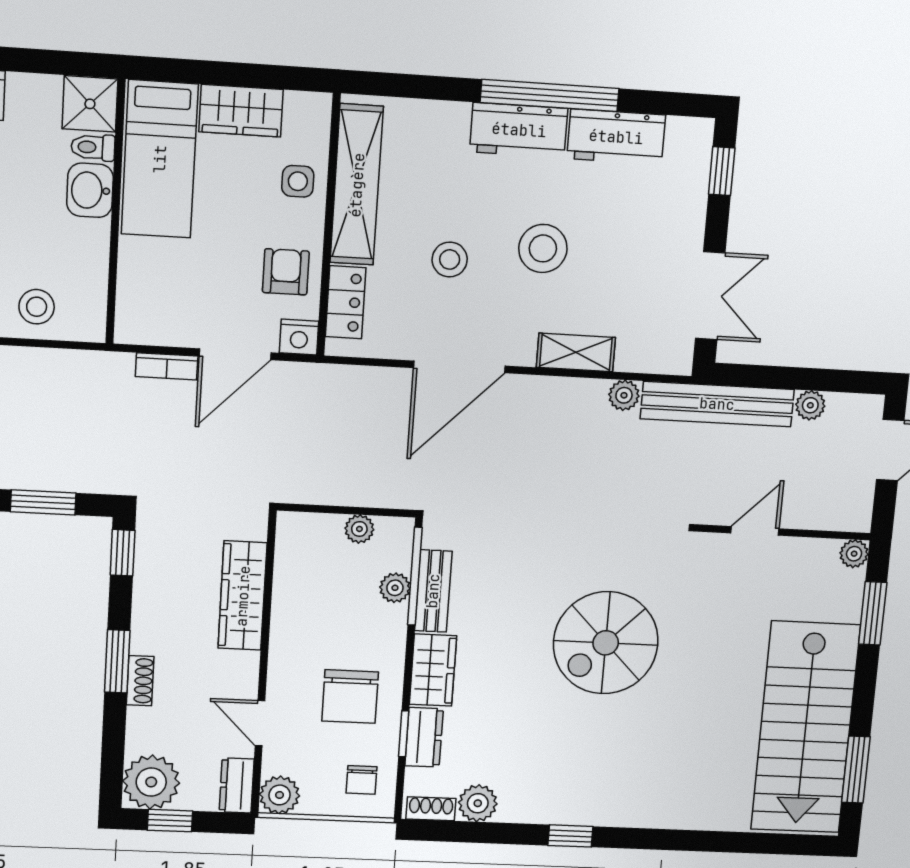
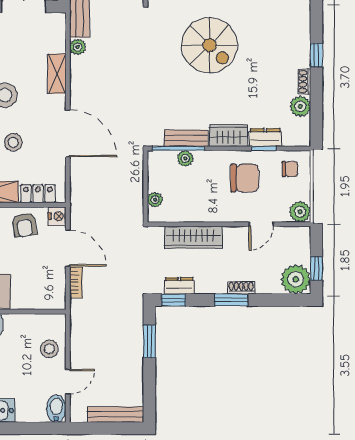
armchair: (286, 272) -> (24, 225), turned -99
plant: (359, 529) -> (155, 200), moved
dresser: (237, 785) -> (179, 286), moved, turned 180
shoe rack: (431, 809) -> (304, 82), moved

